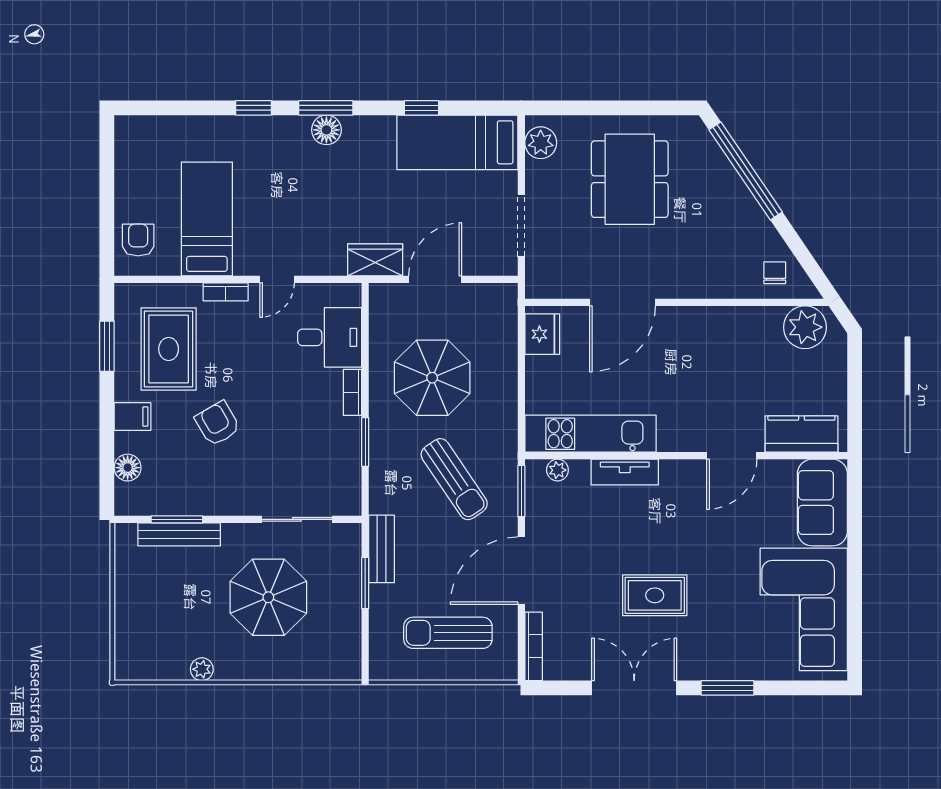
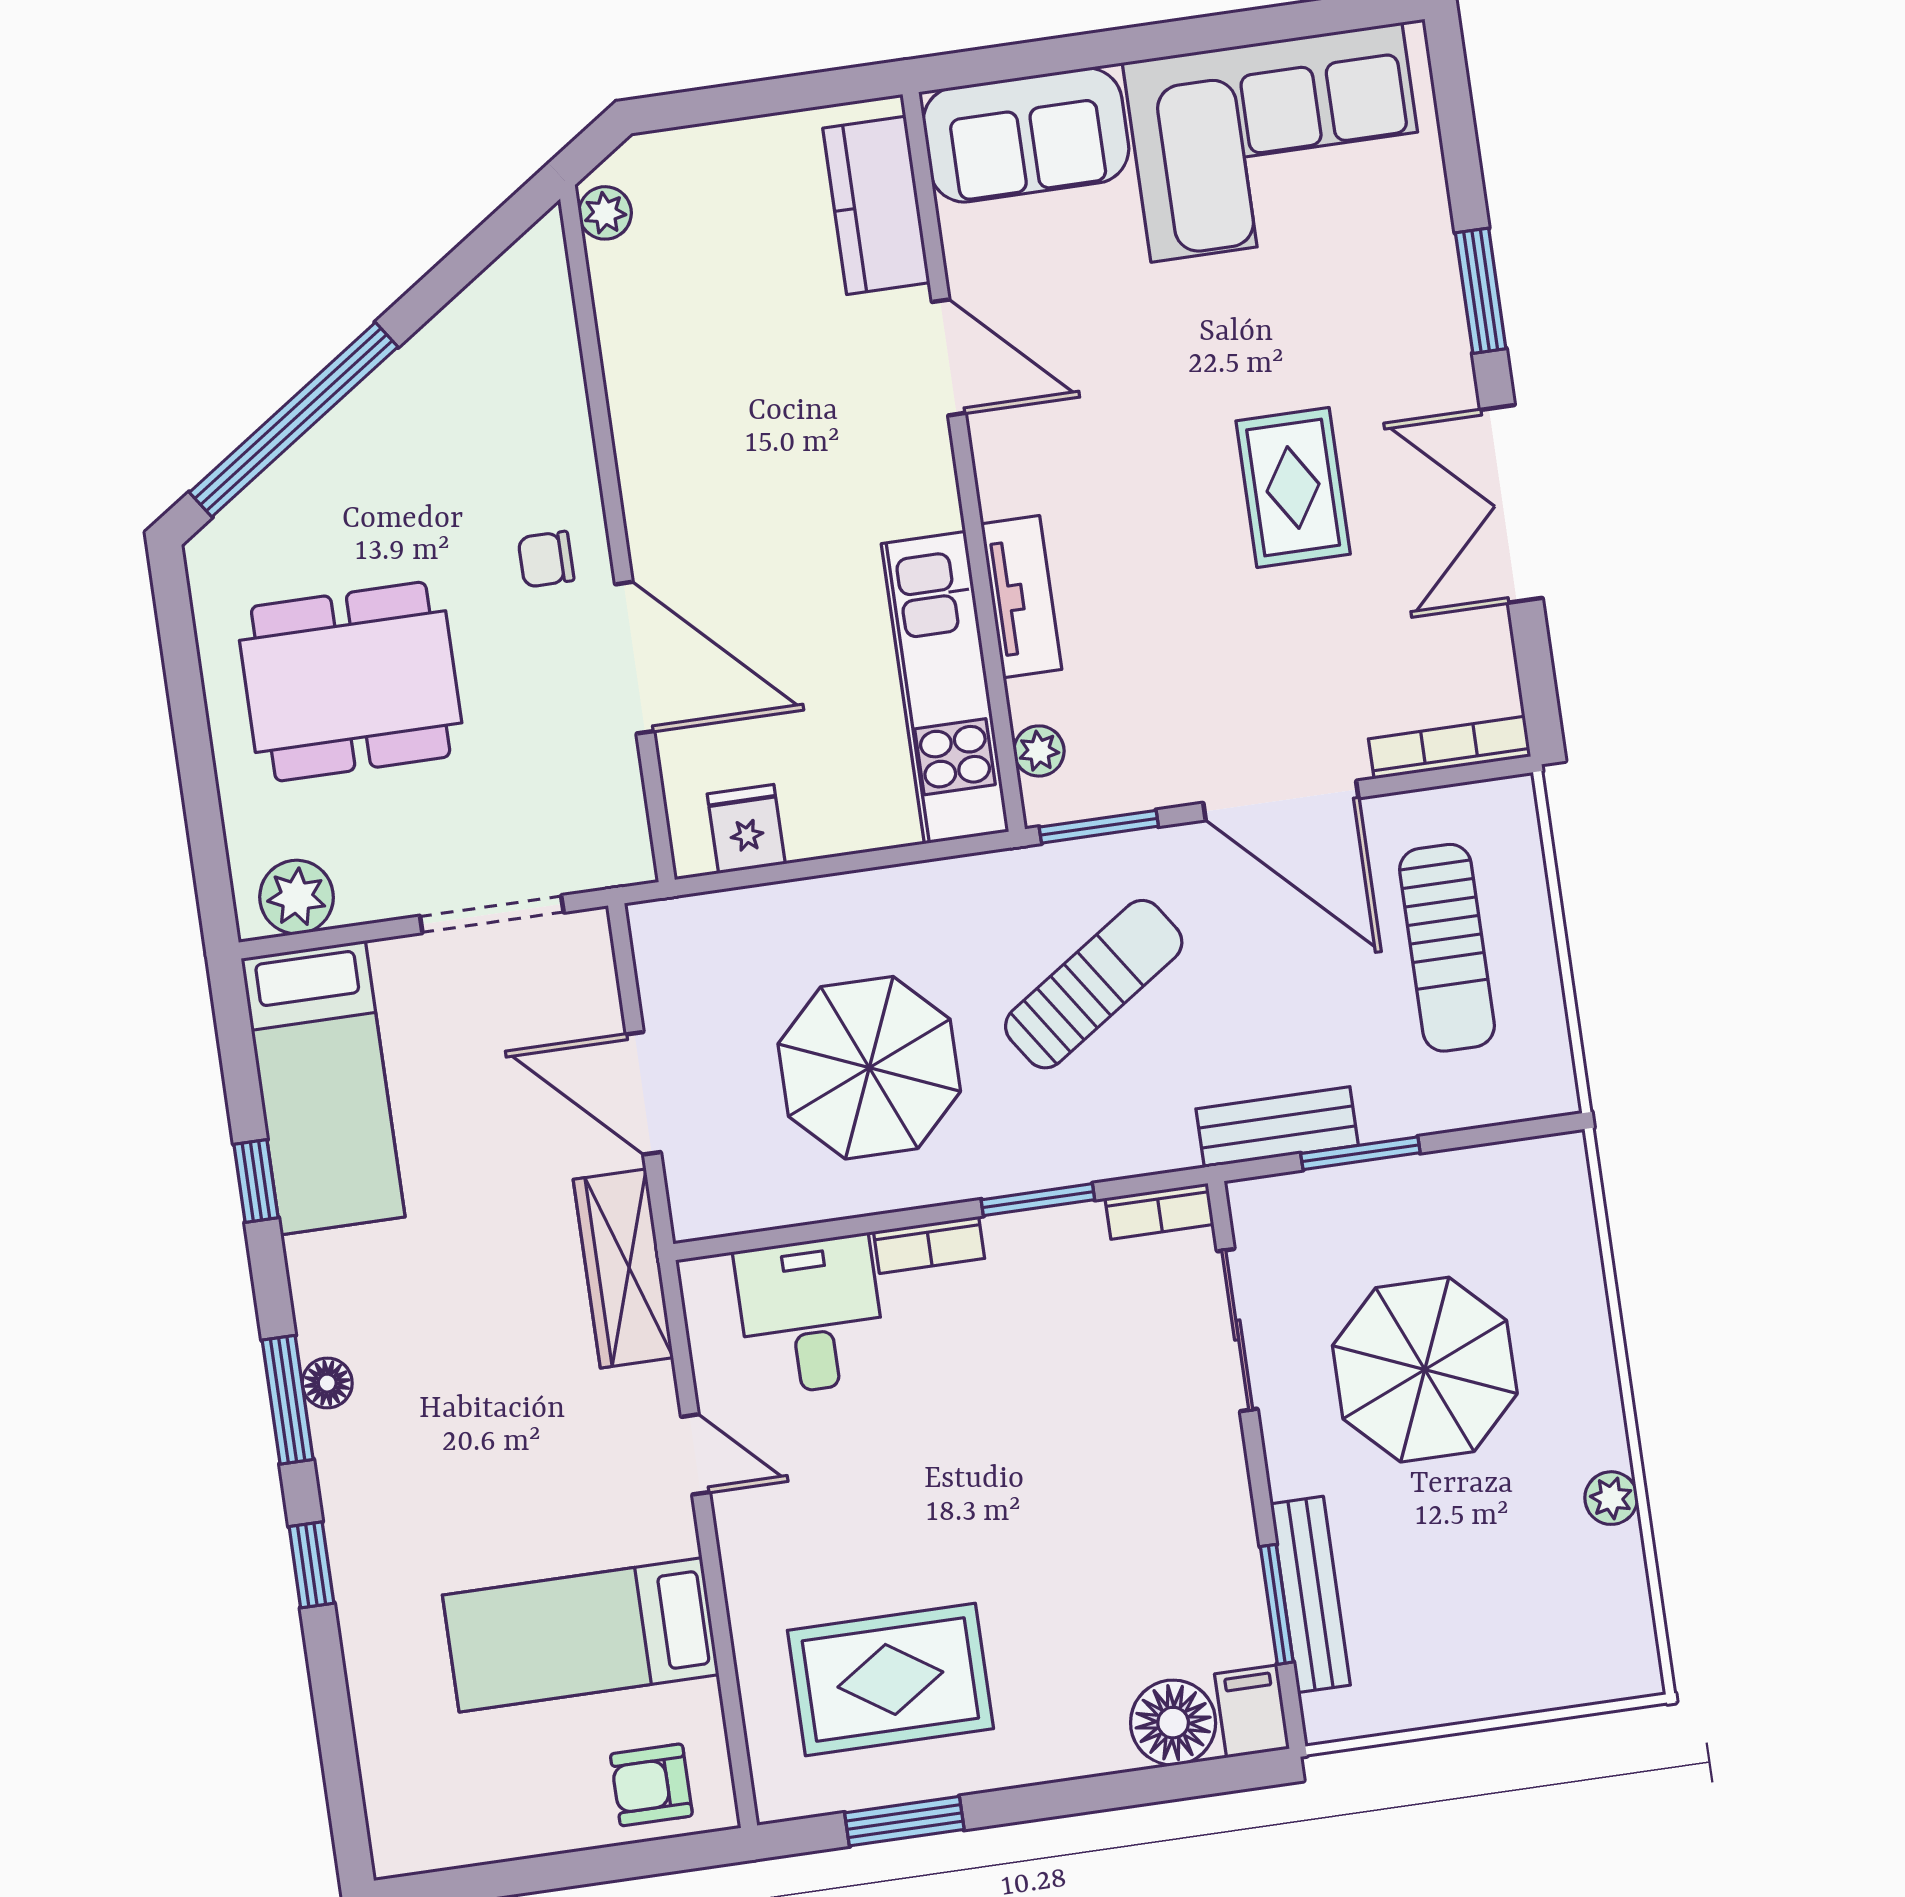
floor lamp: (326, 130) -> (327, 1383), width x0.73, depth x0.73
wardrobe: (375, 260) -> (623, 1268), width x1.50
chair: (775, 273) -> (546, 559), moved
bookcase: (226, 292) -> (1159, 1211), moved, turned 90
plant: (805, 327) -> (605, 213), width x0.53, depth x0.53
fridge: (542, 334) -> (746, 829), width x0.72
filing cabinet: (133, 416) -> (1252, 1711), moved
armchair: (217, 424) -> (1045, 1543), removed
floor lamp: (128, 468) -> (1173, 1723), width x1.38, depth x1.38

